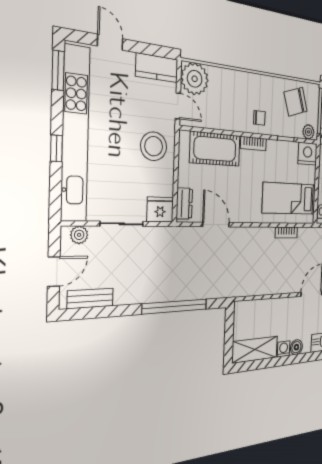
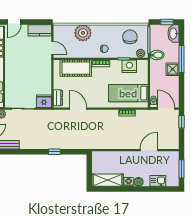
door: (110, 42) -> (14, 22), swing flipped
plant: (195, 79) -> (83, 33), moved
chair: (296, 102) -> (130, 37), turned 108
stool: (154, 146) -> (39, 69), removed
nightstand: (308, 154) -> (129, 66), moved
window: (175, 306) -> (54, 152), width x0.32

